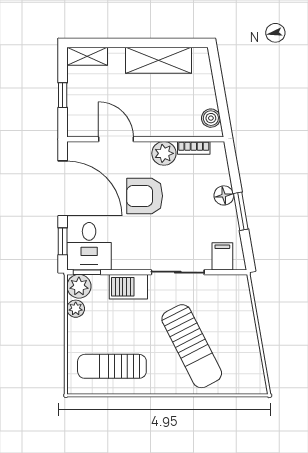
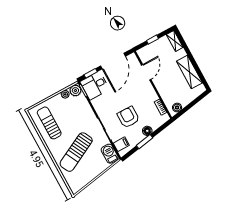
plant: (164, 153) -> (151, 96), removed
armchair: (145, 196) -> (128, 117), moved
barbecue: (128, 287) -> (110, 154), moved

